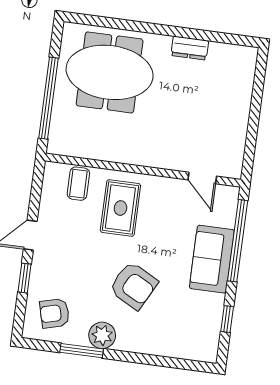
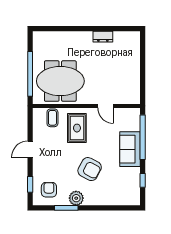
meeting table: (110, 72) -> (60, 81), moved
door: (202, 178) -> (106, 106), moved
window: (25, 278) -> (30, 184), moved
armchair: (55, 313) -> (49, 190), turned 105

